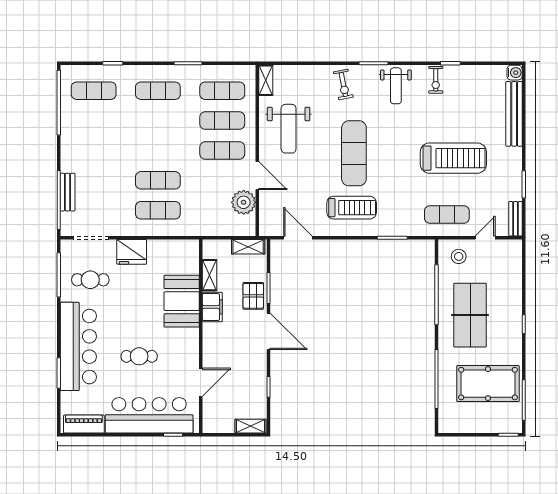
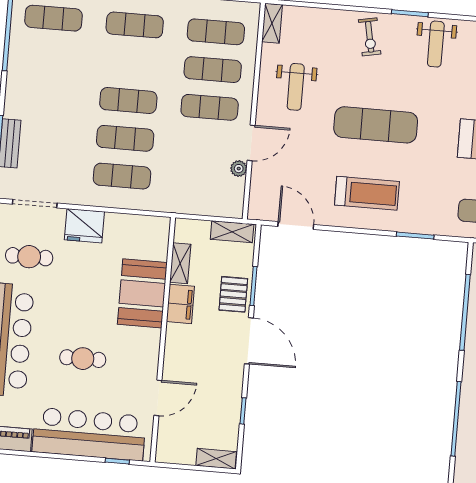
weight bench: (289, 129) -> (296, 87), width x0.73, depth x0.75
exercise mat: (158, 150) -> (128, 101), added
exercise mat: (354, 153) -> (376, 125), turned 90
door: (257, 176) -> (251, 143), hinge flipped
plant: (244, 202) -> (239, 169), width x0.53, depth x0.53

